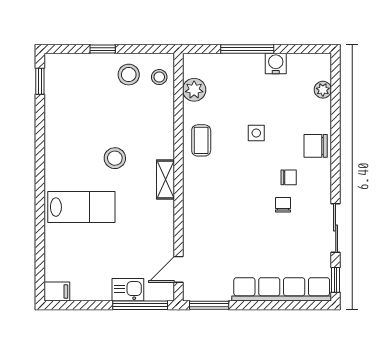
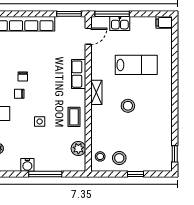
lab bench: (81, 207) -> (136, 65), moved, turned 180
row of seats: (194, 209) -> (79, 74), added

